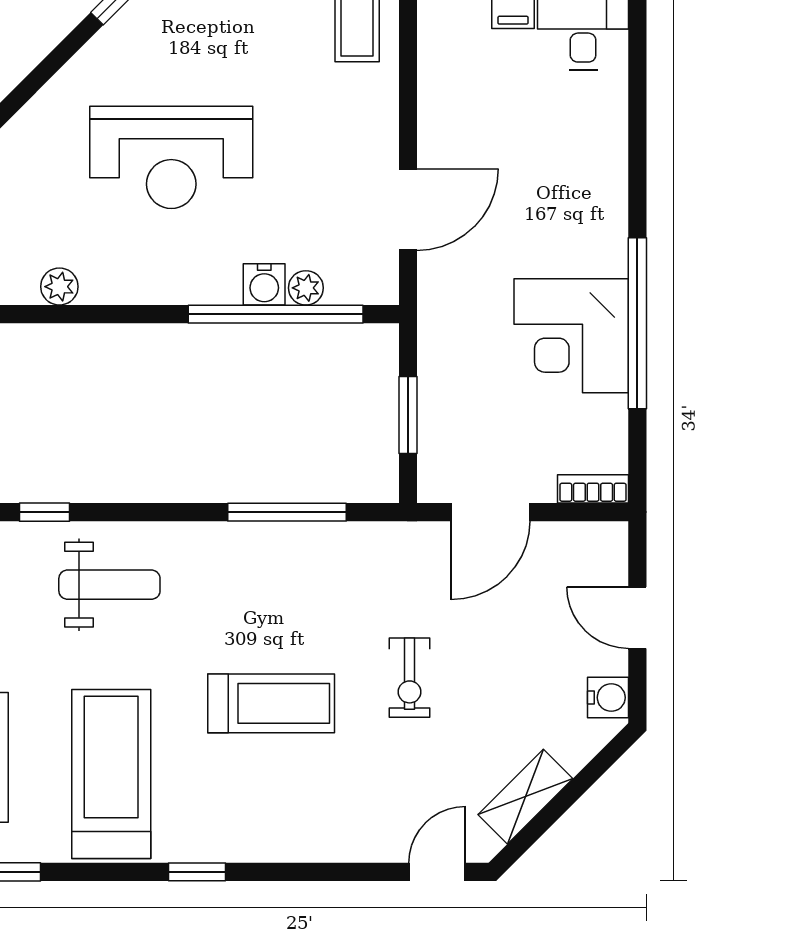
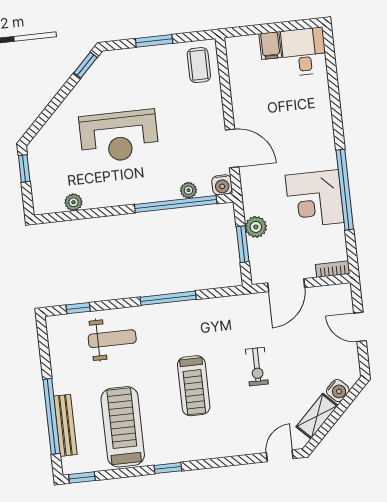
door: (408, 210) -> (232, 148), hinge flipped
water cooler: (264, 284) -> (222, 185), moved
plant: (440, 381) -> (256, 227), added
window: (287, 512) -> (168, 298), moved
water cooler: (608, 698) -> (338, 391), moved, turned 45
treadmill: (271, 703) -> (194, 386), turned 90

